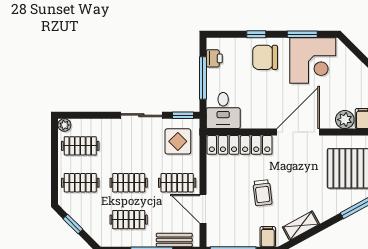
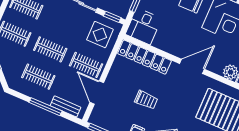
door: (298, 132) -> (192, 66), width x0.73
trolley: (262, 193) -> (146, 100), turned -83

